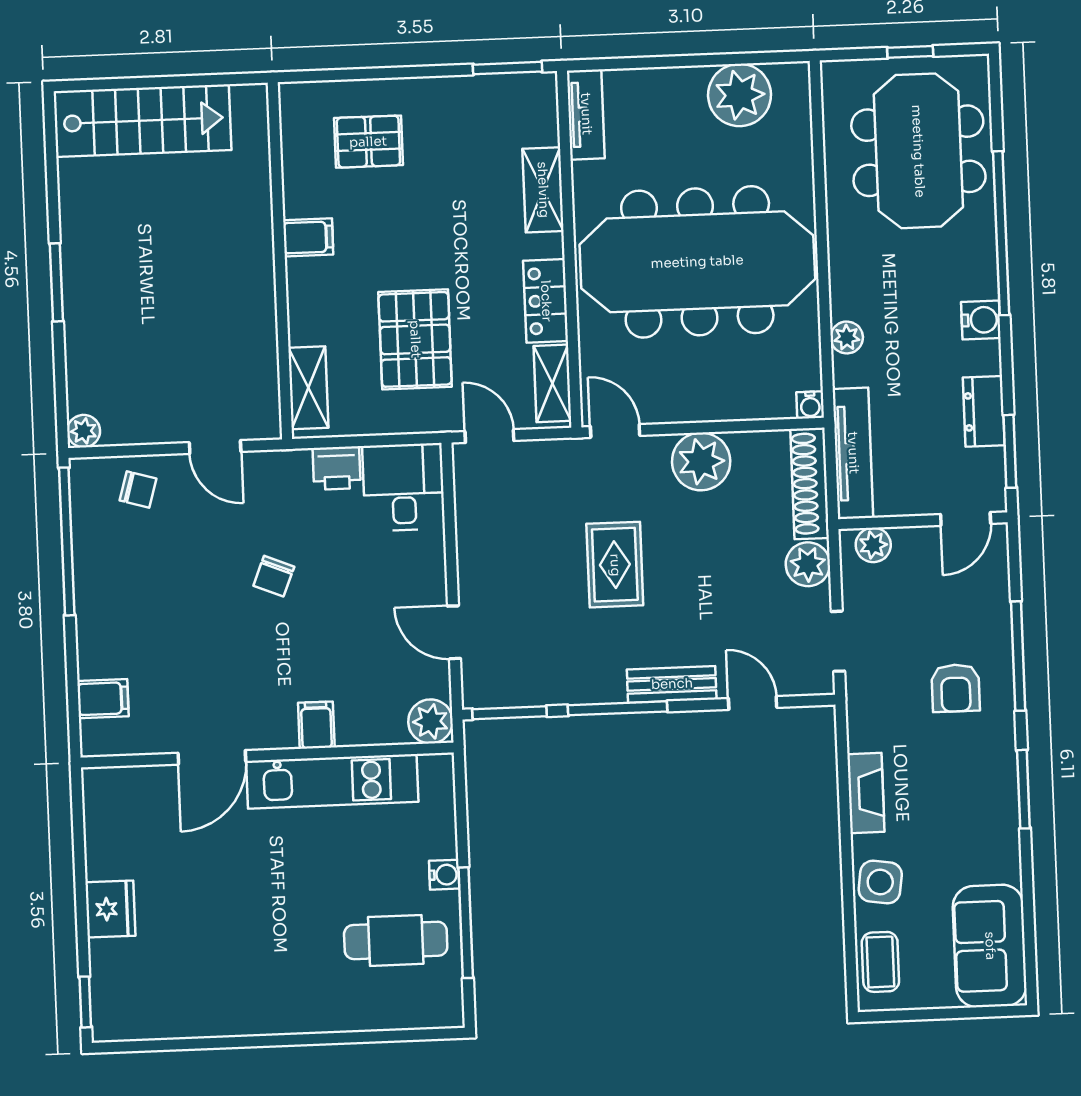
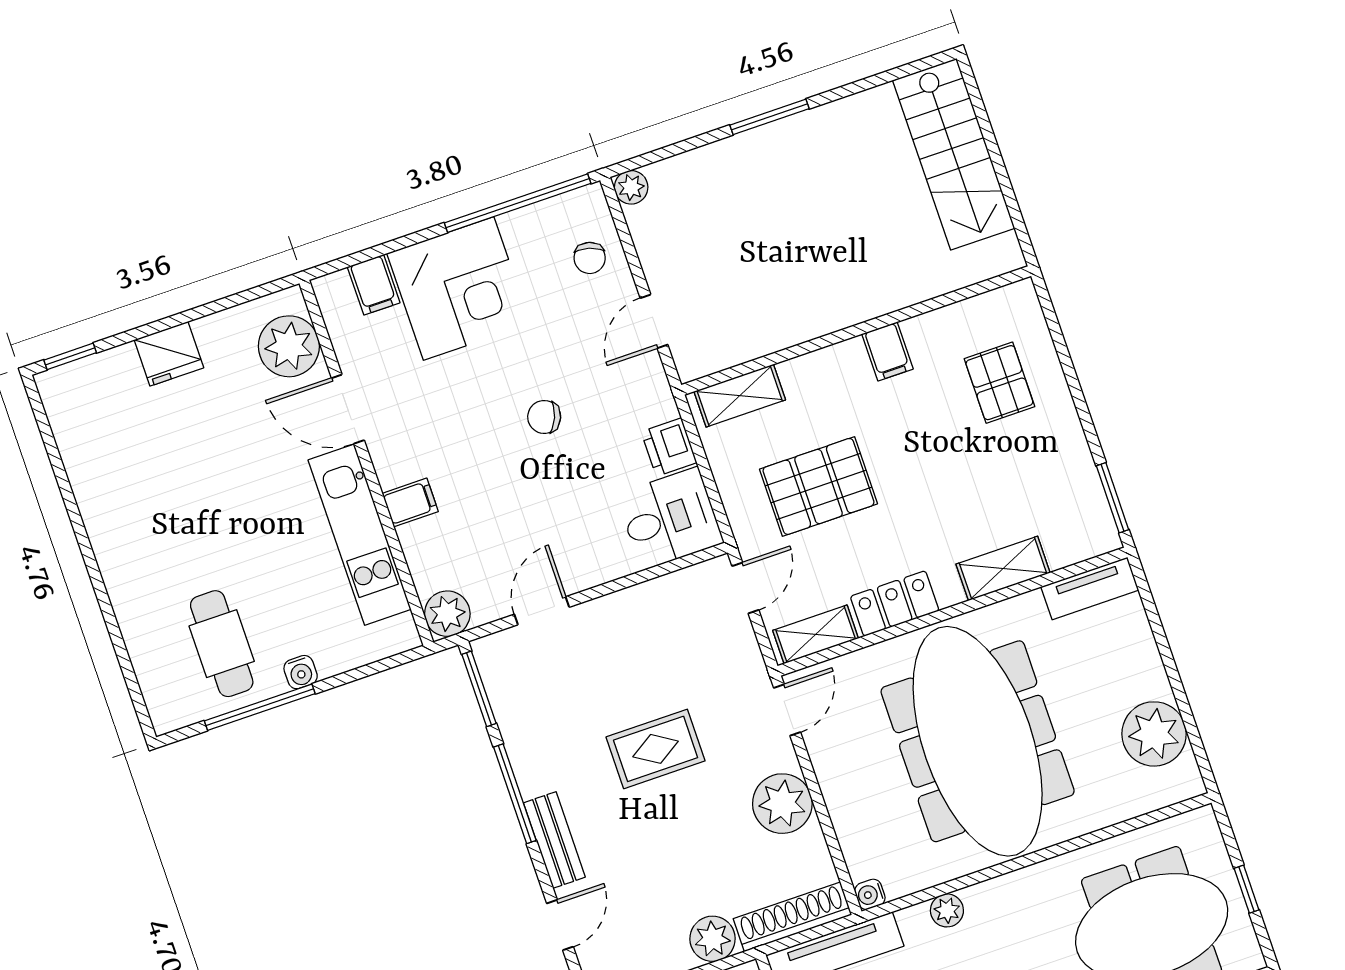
corner desk: (130, 620) -> (459, 289), added
plant: (137, 795) -> (289, 346), added

